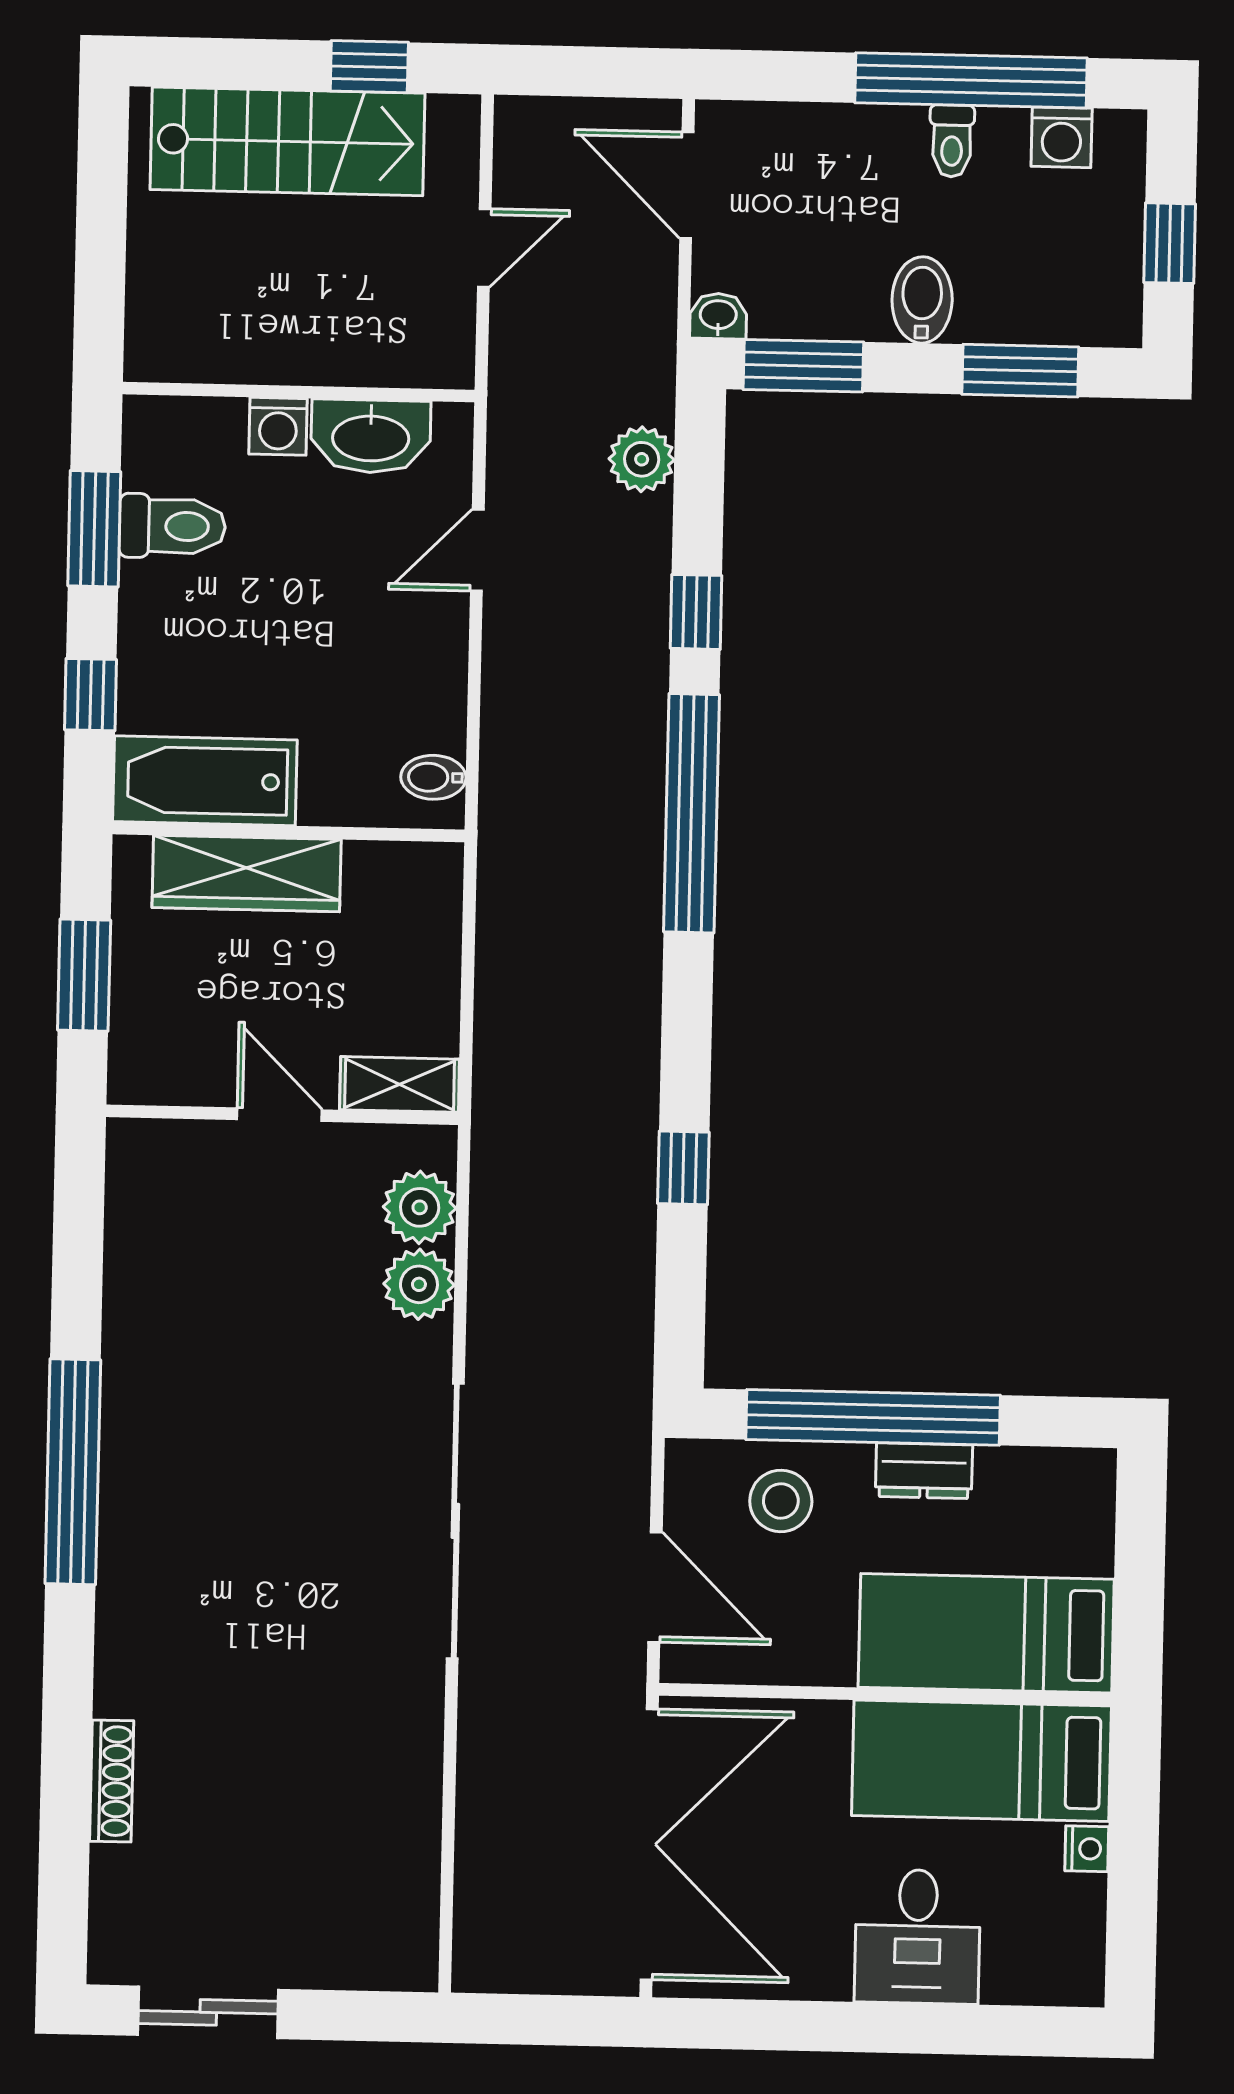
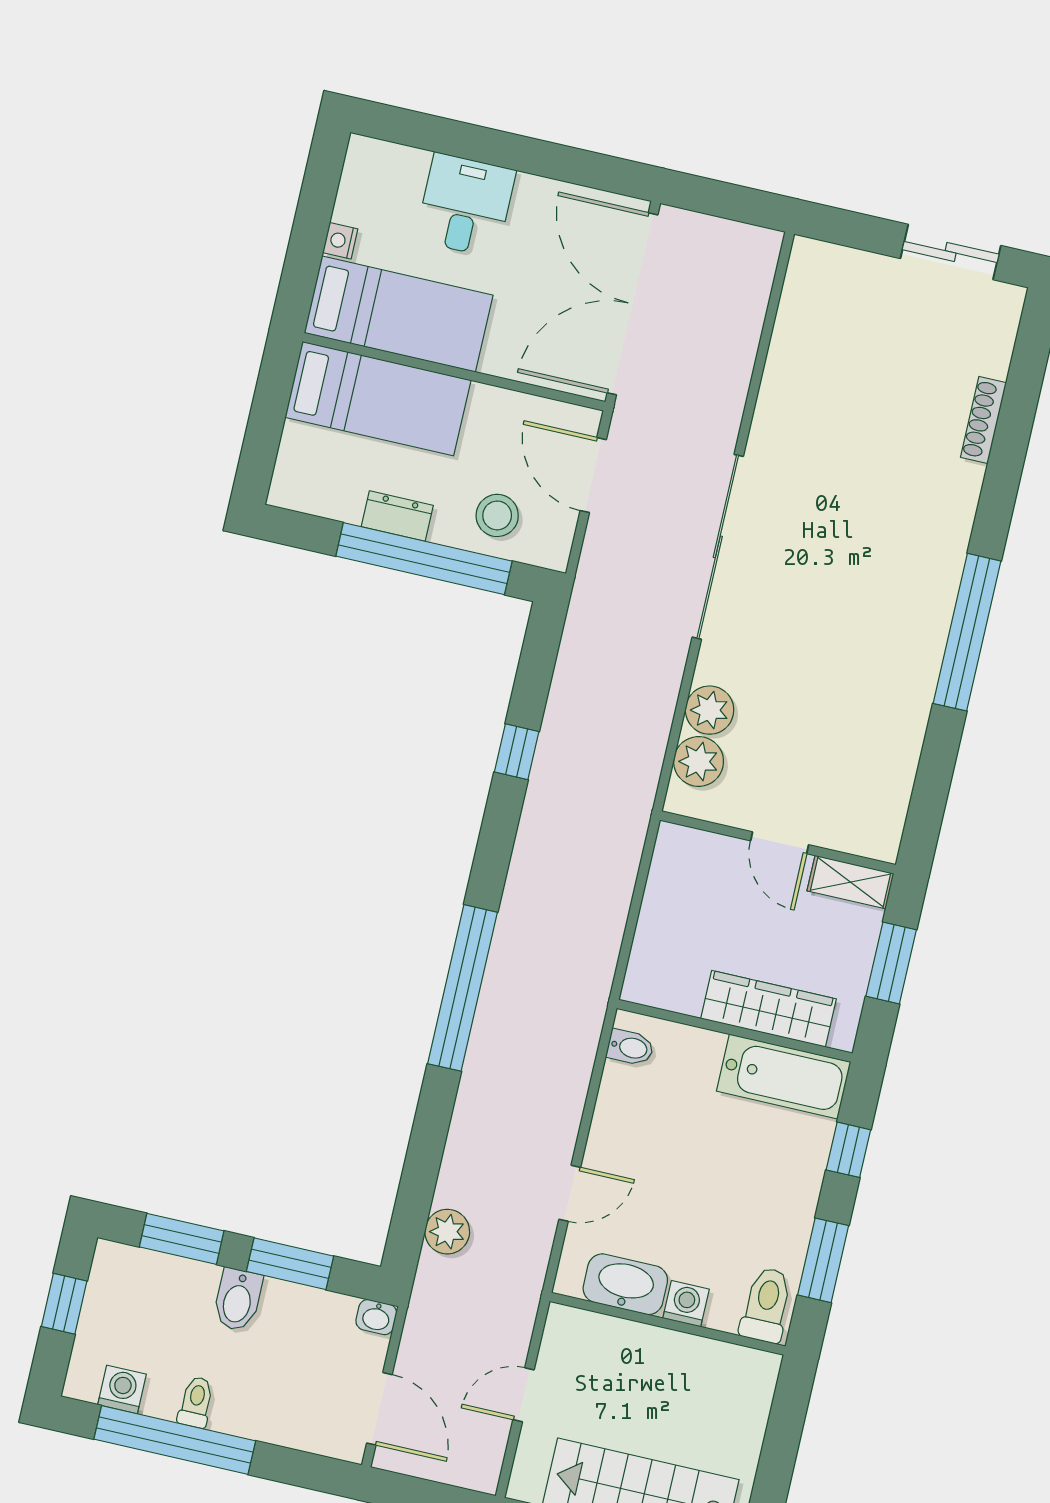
window: (803, 366) -> (290, 1264), moved
toilet: (172, 526) -> (766, 1305), moved, turned 90
window: (696, 612) -> (432, 1122), removed
shelving: (400, 1084) -> (851, 882), moved

